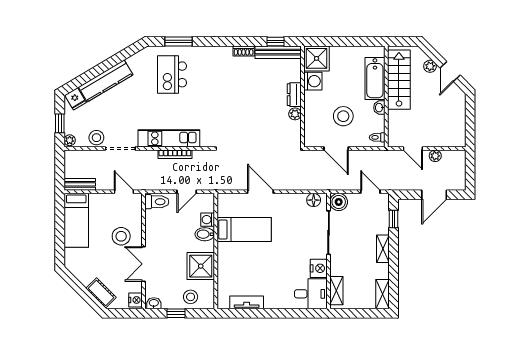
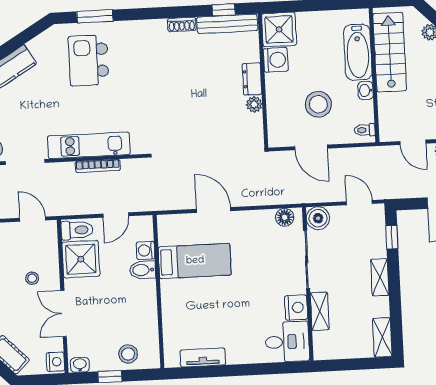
stool: (121, 236) -> (32, 278), width x0.53, depth x0.53
shower: (201, 266) -> (81, 259), moved
shelving: (336, 291) -> (320, 311), moved

